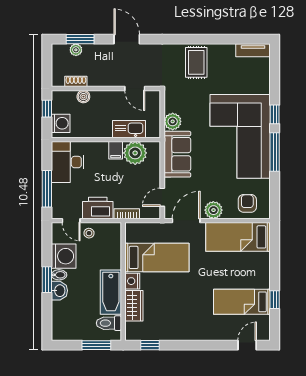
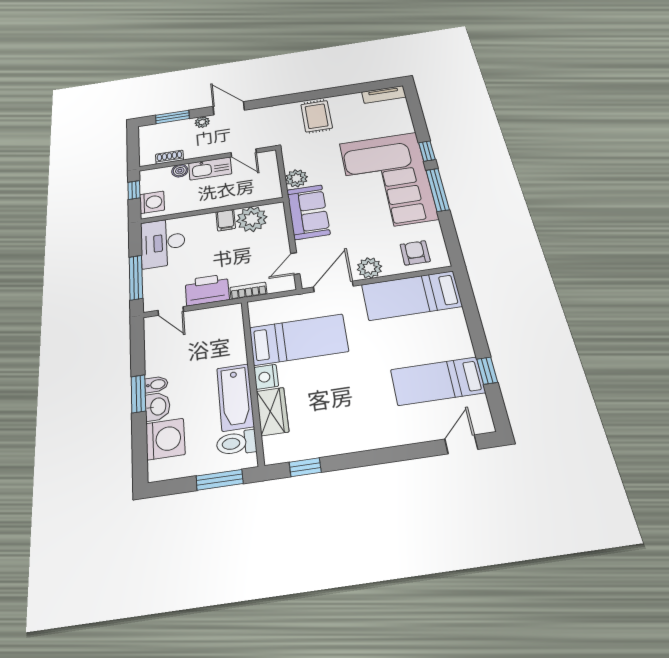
plant: (76, 50) -> (202, 122), moved
kitchen sink: (129, 129) -> (210, 168), moved, turned 180
stool: (89, 233) -> (197, 323), removed
washing machine: (64, 256) -> (165, 439), moved

